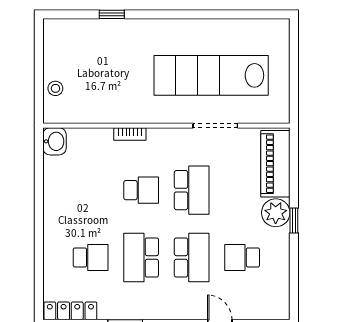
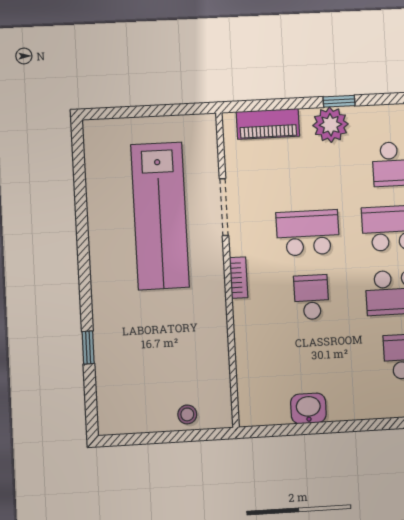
bookcase: (130, 134) -> (239, 278), moved
washbasin: (54, 141) -> (308, 408), moved
piano: (275, 164) -> (268, 124), width x0.73, depth x0.75

